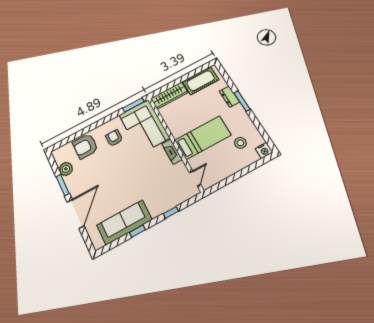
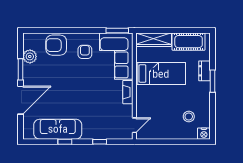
bed: (203, 138) -> (161, 74), moved

